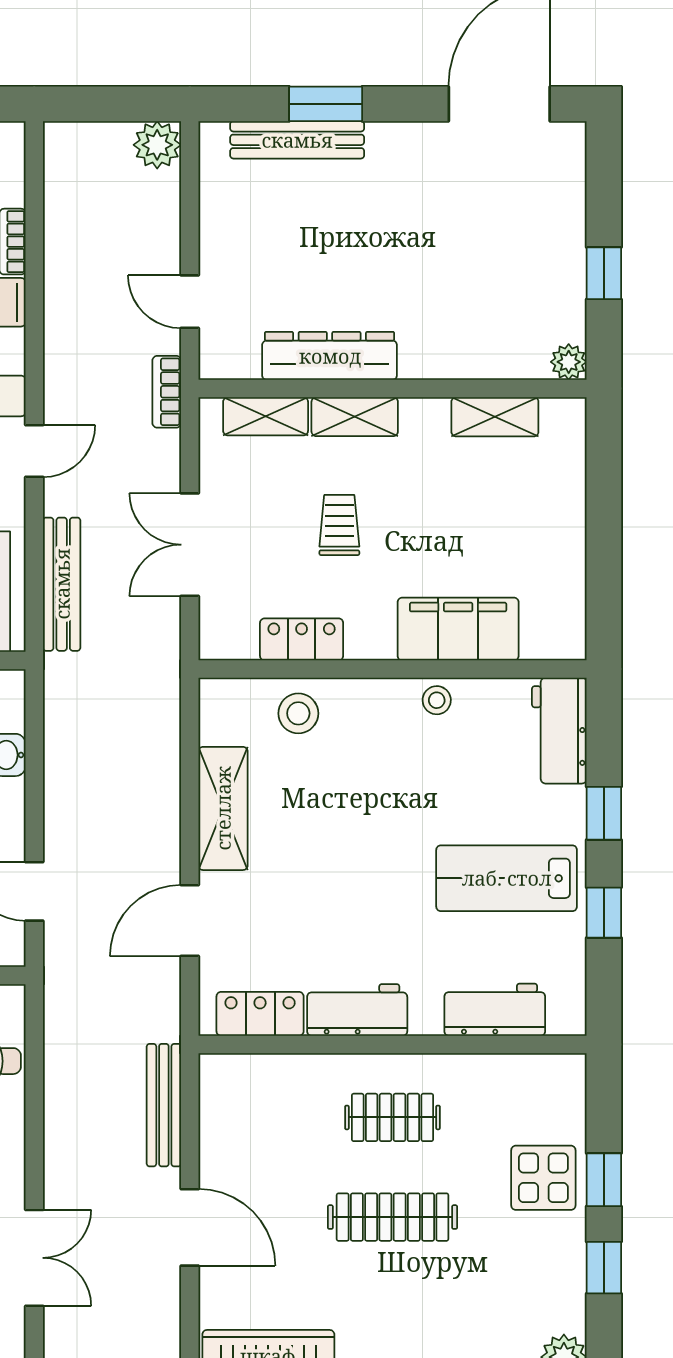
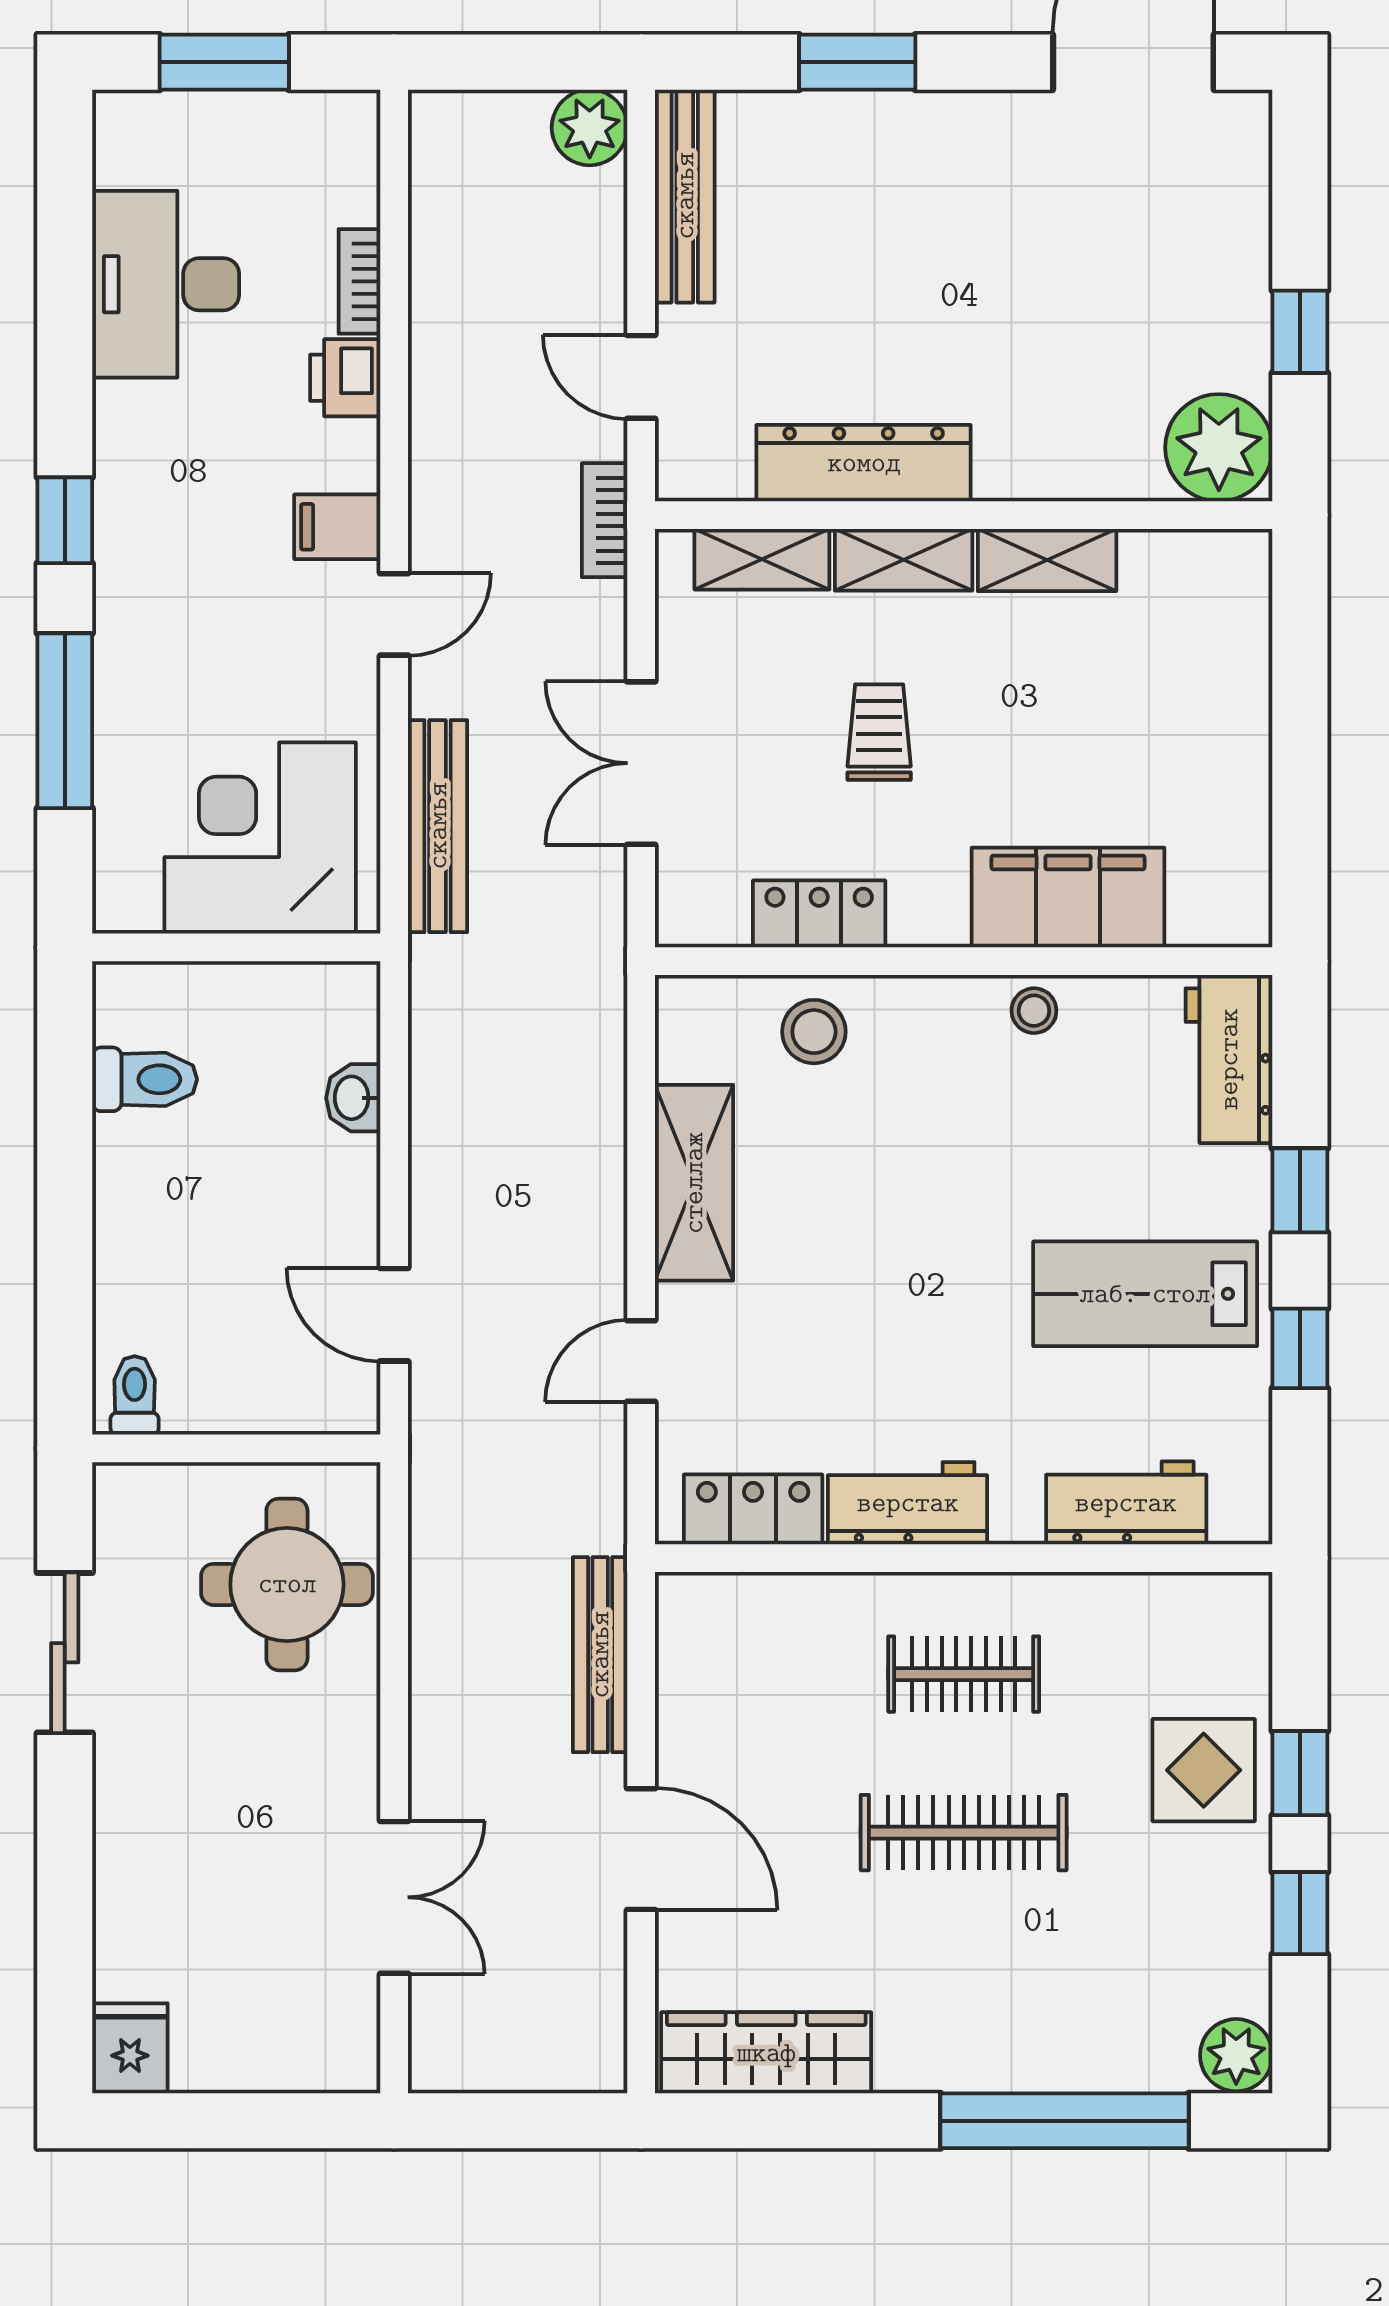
bench: (297, 140) -> (685, 196), moved, turned 90
plant: (569, 362) -> (1219, 448), width x1.88, depth x1.88
shelving: (495, 417) -> (1047, 560), moved
door: (190, 921) -> (641, 1361), width x0.73

